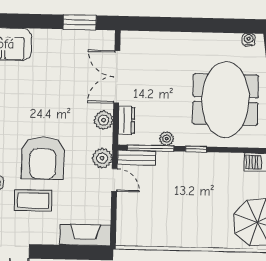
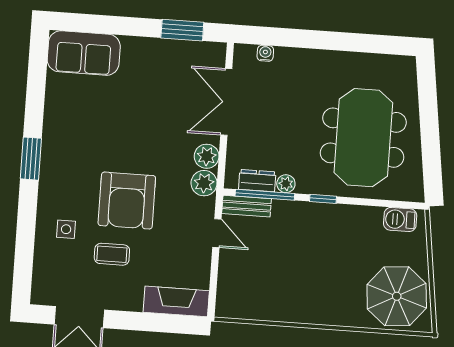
water cooler: (249, 40) -> (265, 53), moved
dresser: (126, 120) -> (257, 181), moved, turned -90
plant: (102, 158) -> (204, 183), moved
coffee table: (33, 200) -> (112, 254), width x0.73, depth x0.77

